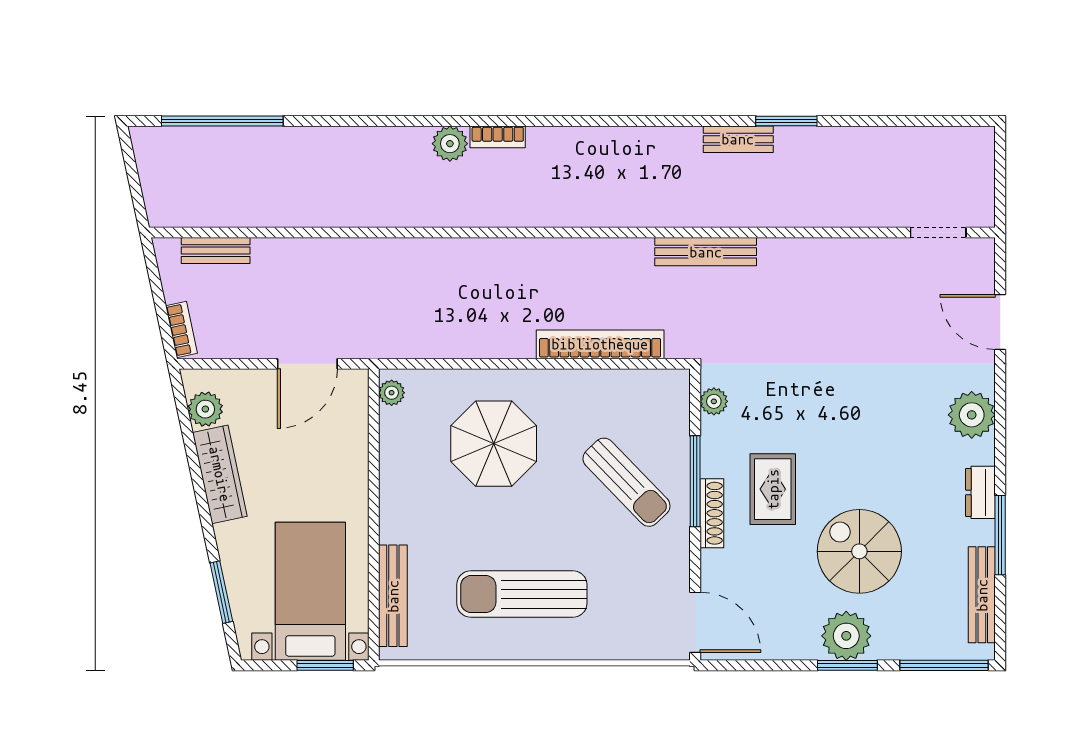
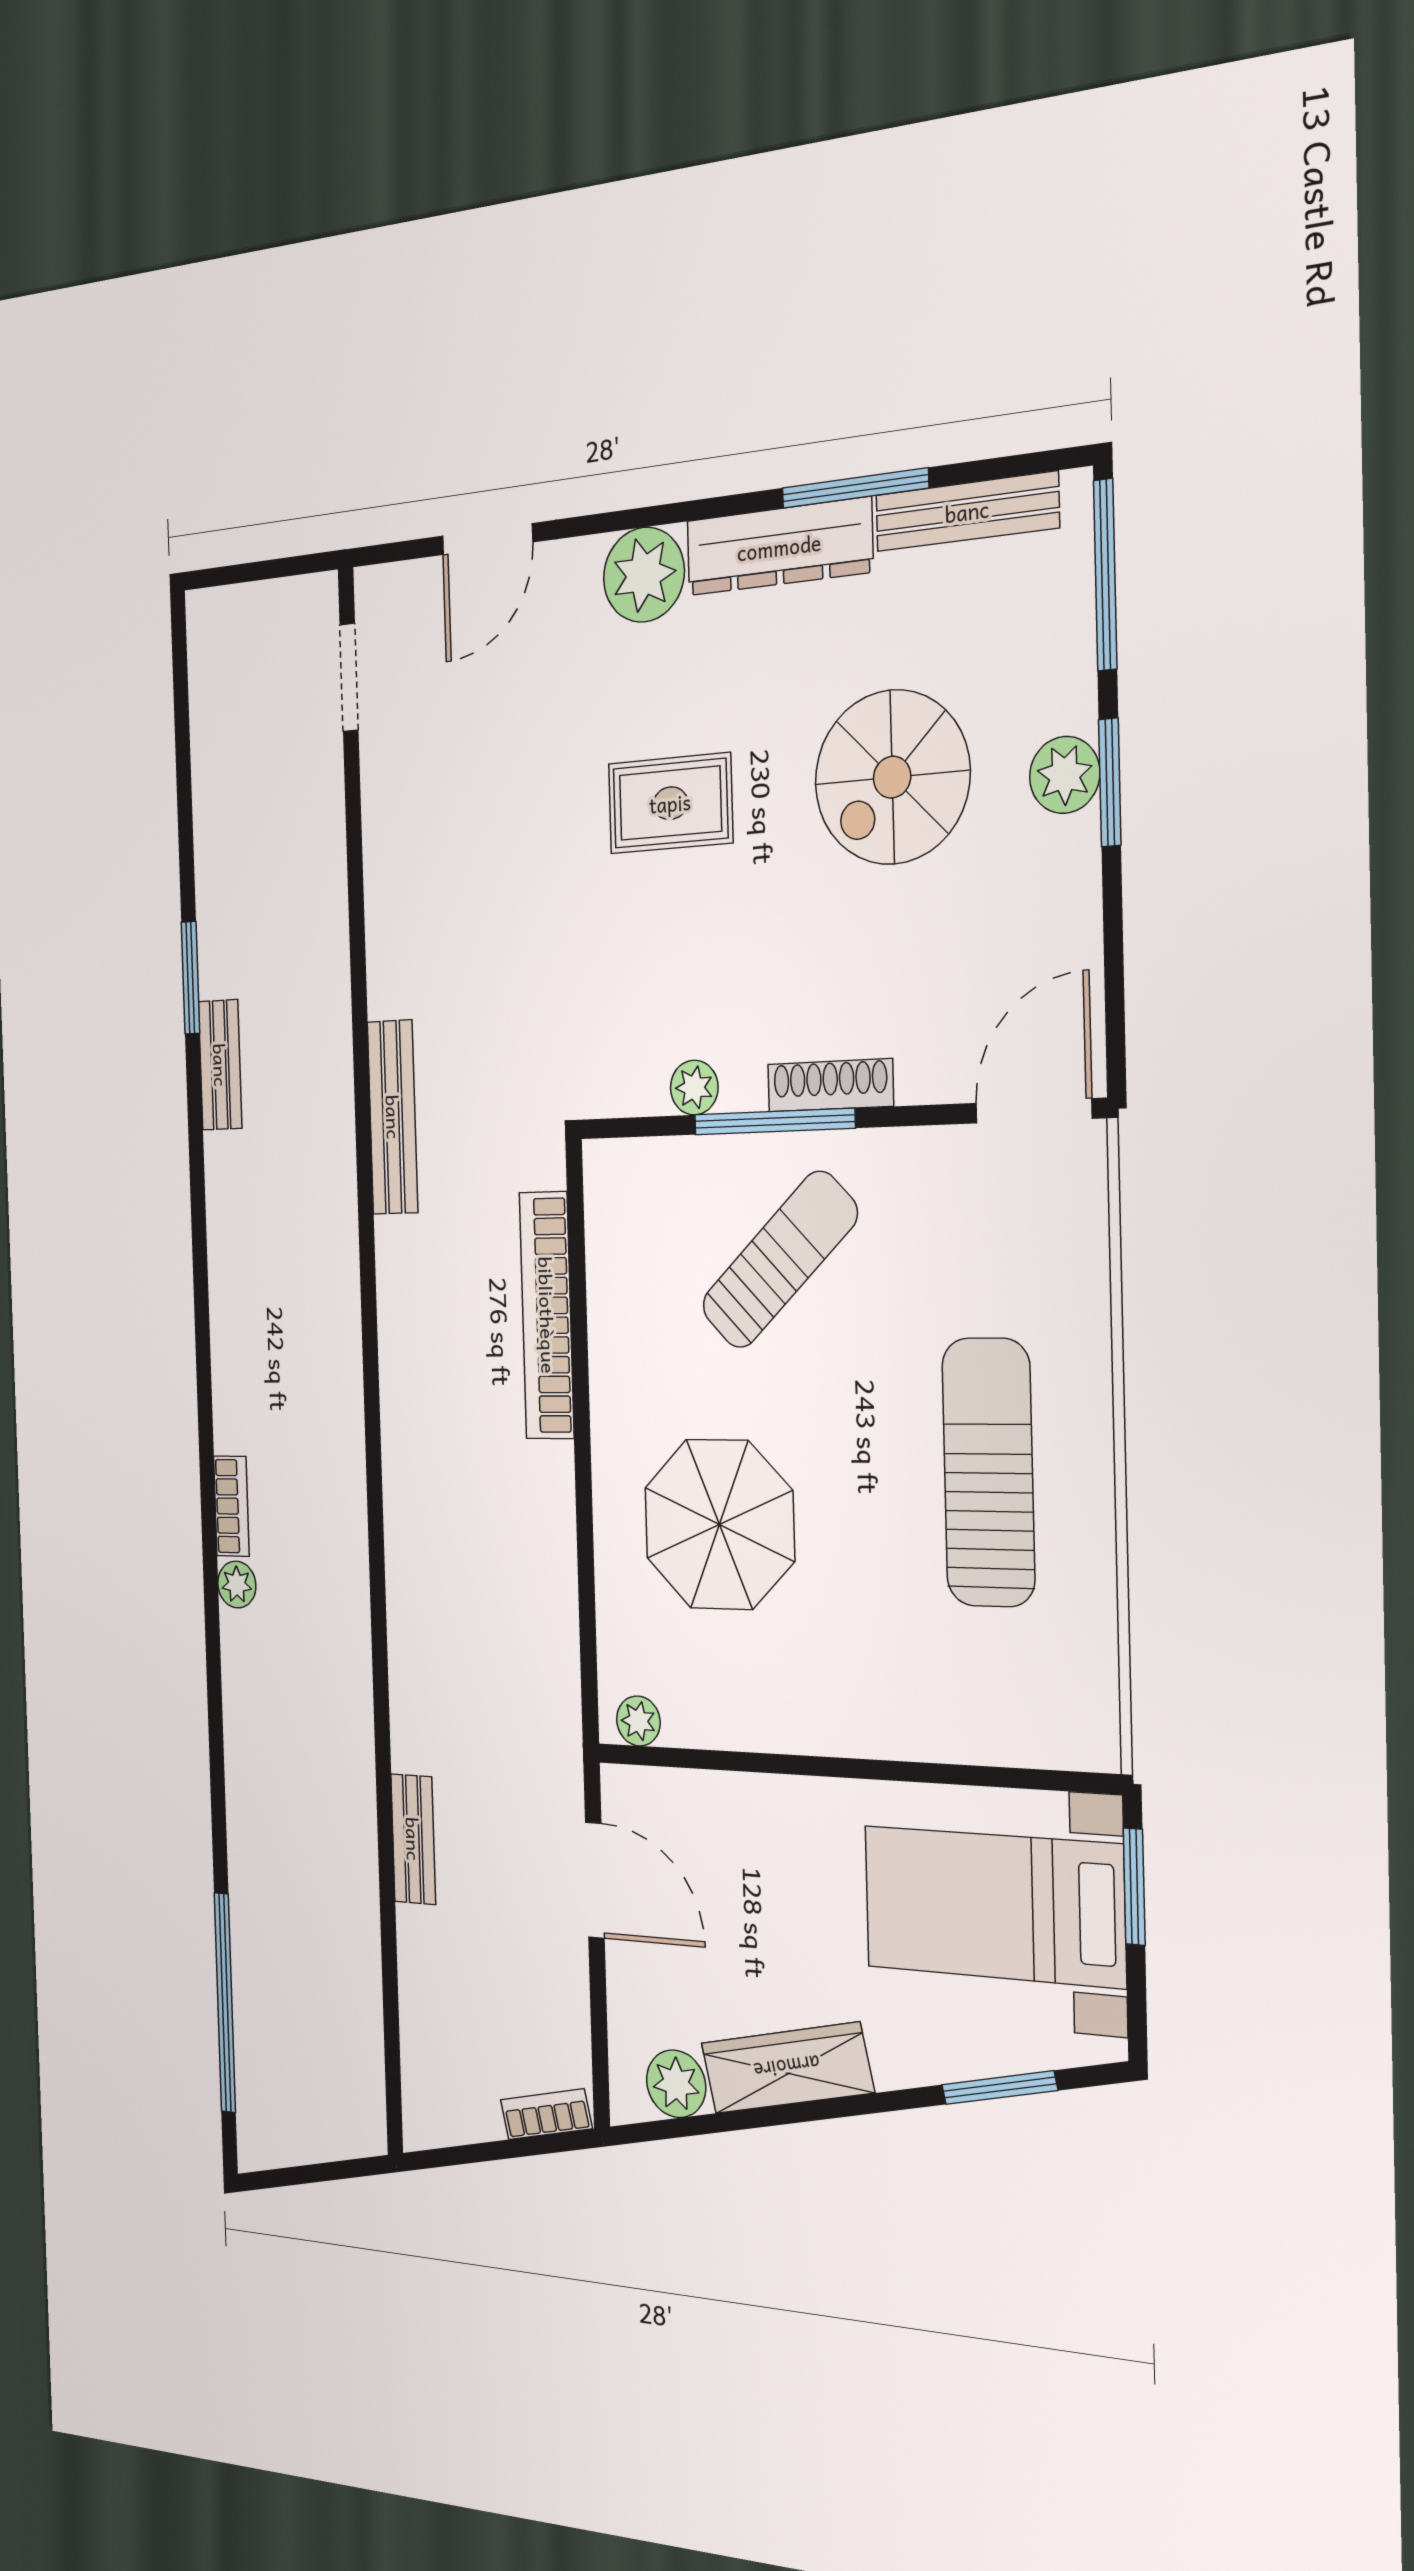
plant: (450, 144) -> (237, 1585), width x0.73, depth x0.73
bench: (216, 251) -> (413, 1839), moved
plant: (714, 401) -> (694, 1088), moved
rug: (773, 489) -> (670, 803), moved
dresser: (980, 492) -> (779, 547), width x1.96, depth x1.24
sun lounger: (522, 594) -> (988, 1472), turned 180
bench: (393, 596) -> (998, 1738), removed
plant: (846, 636) -> (1065, 775), width x0.73, depth x0.73

